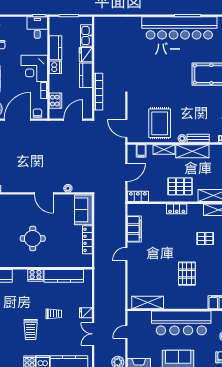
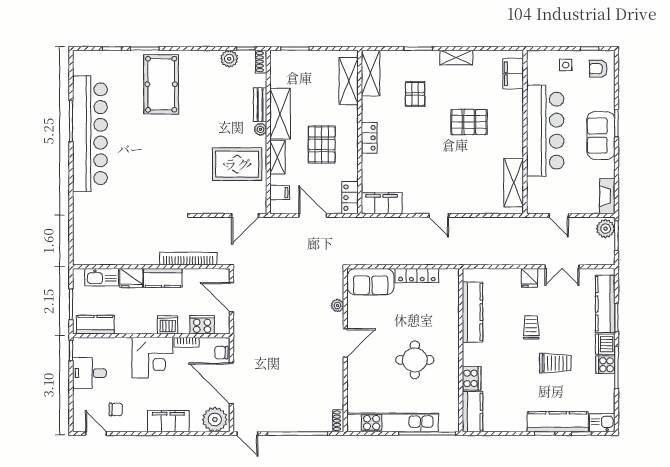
desk: (37, 28) -> (89, 373), moved
kitchen counter: (56, 48) -> (95, 325), moved
dishwasher: (55, 67) -> (168, 325), moved
pallet: (180, 186) -> (322, 144), moved
filing cabinet: (134, 229) -> (382, 203), moved
cooker: (35, 275) -> (472, 378), moved

